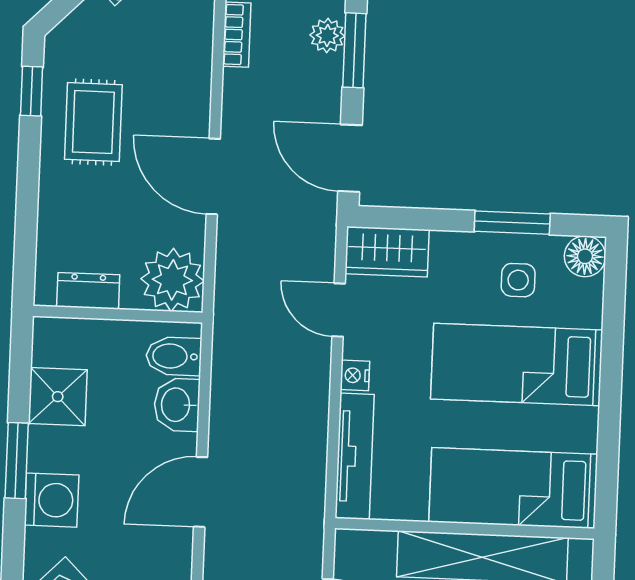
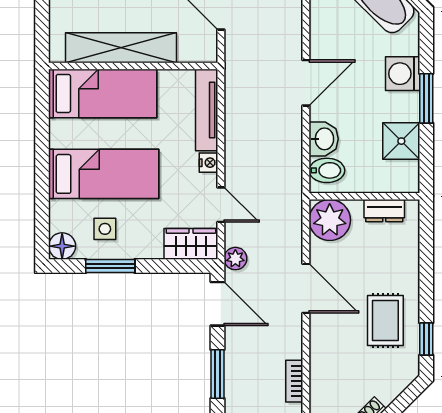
plant: (327, 35) -> (235, 259), moved

